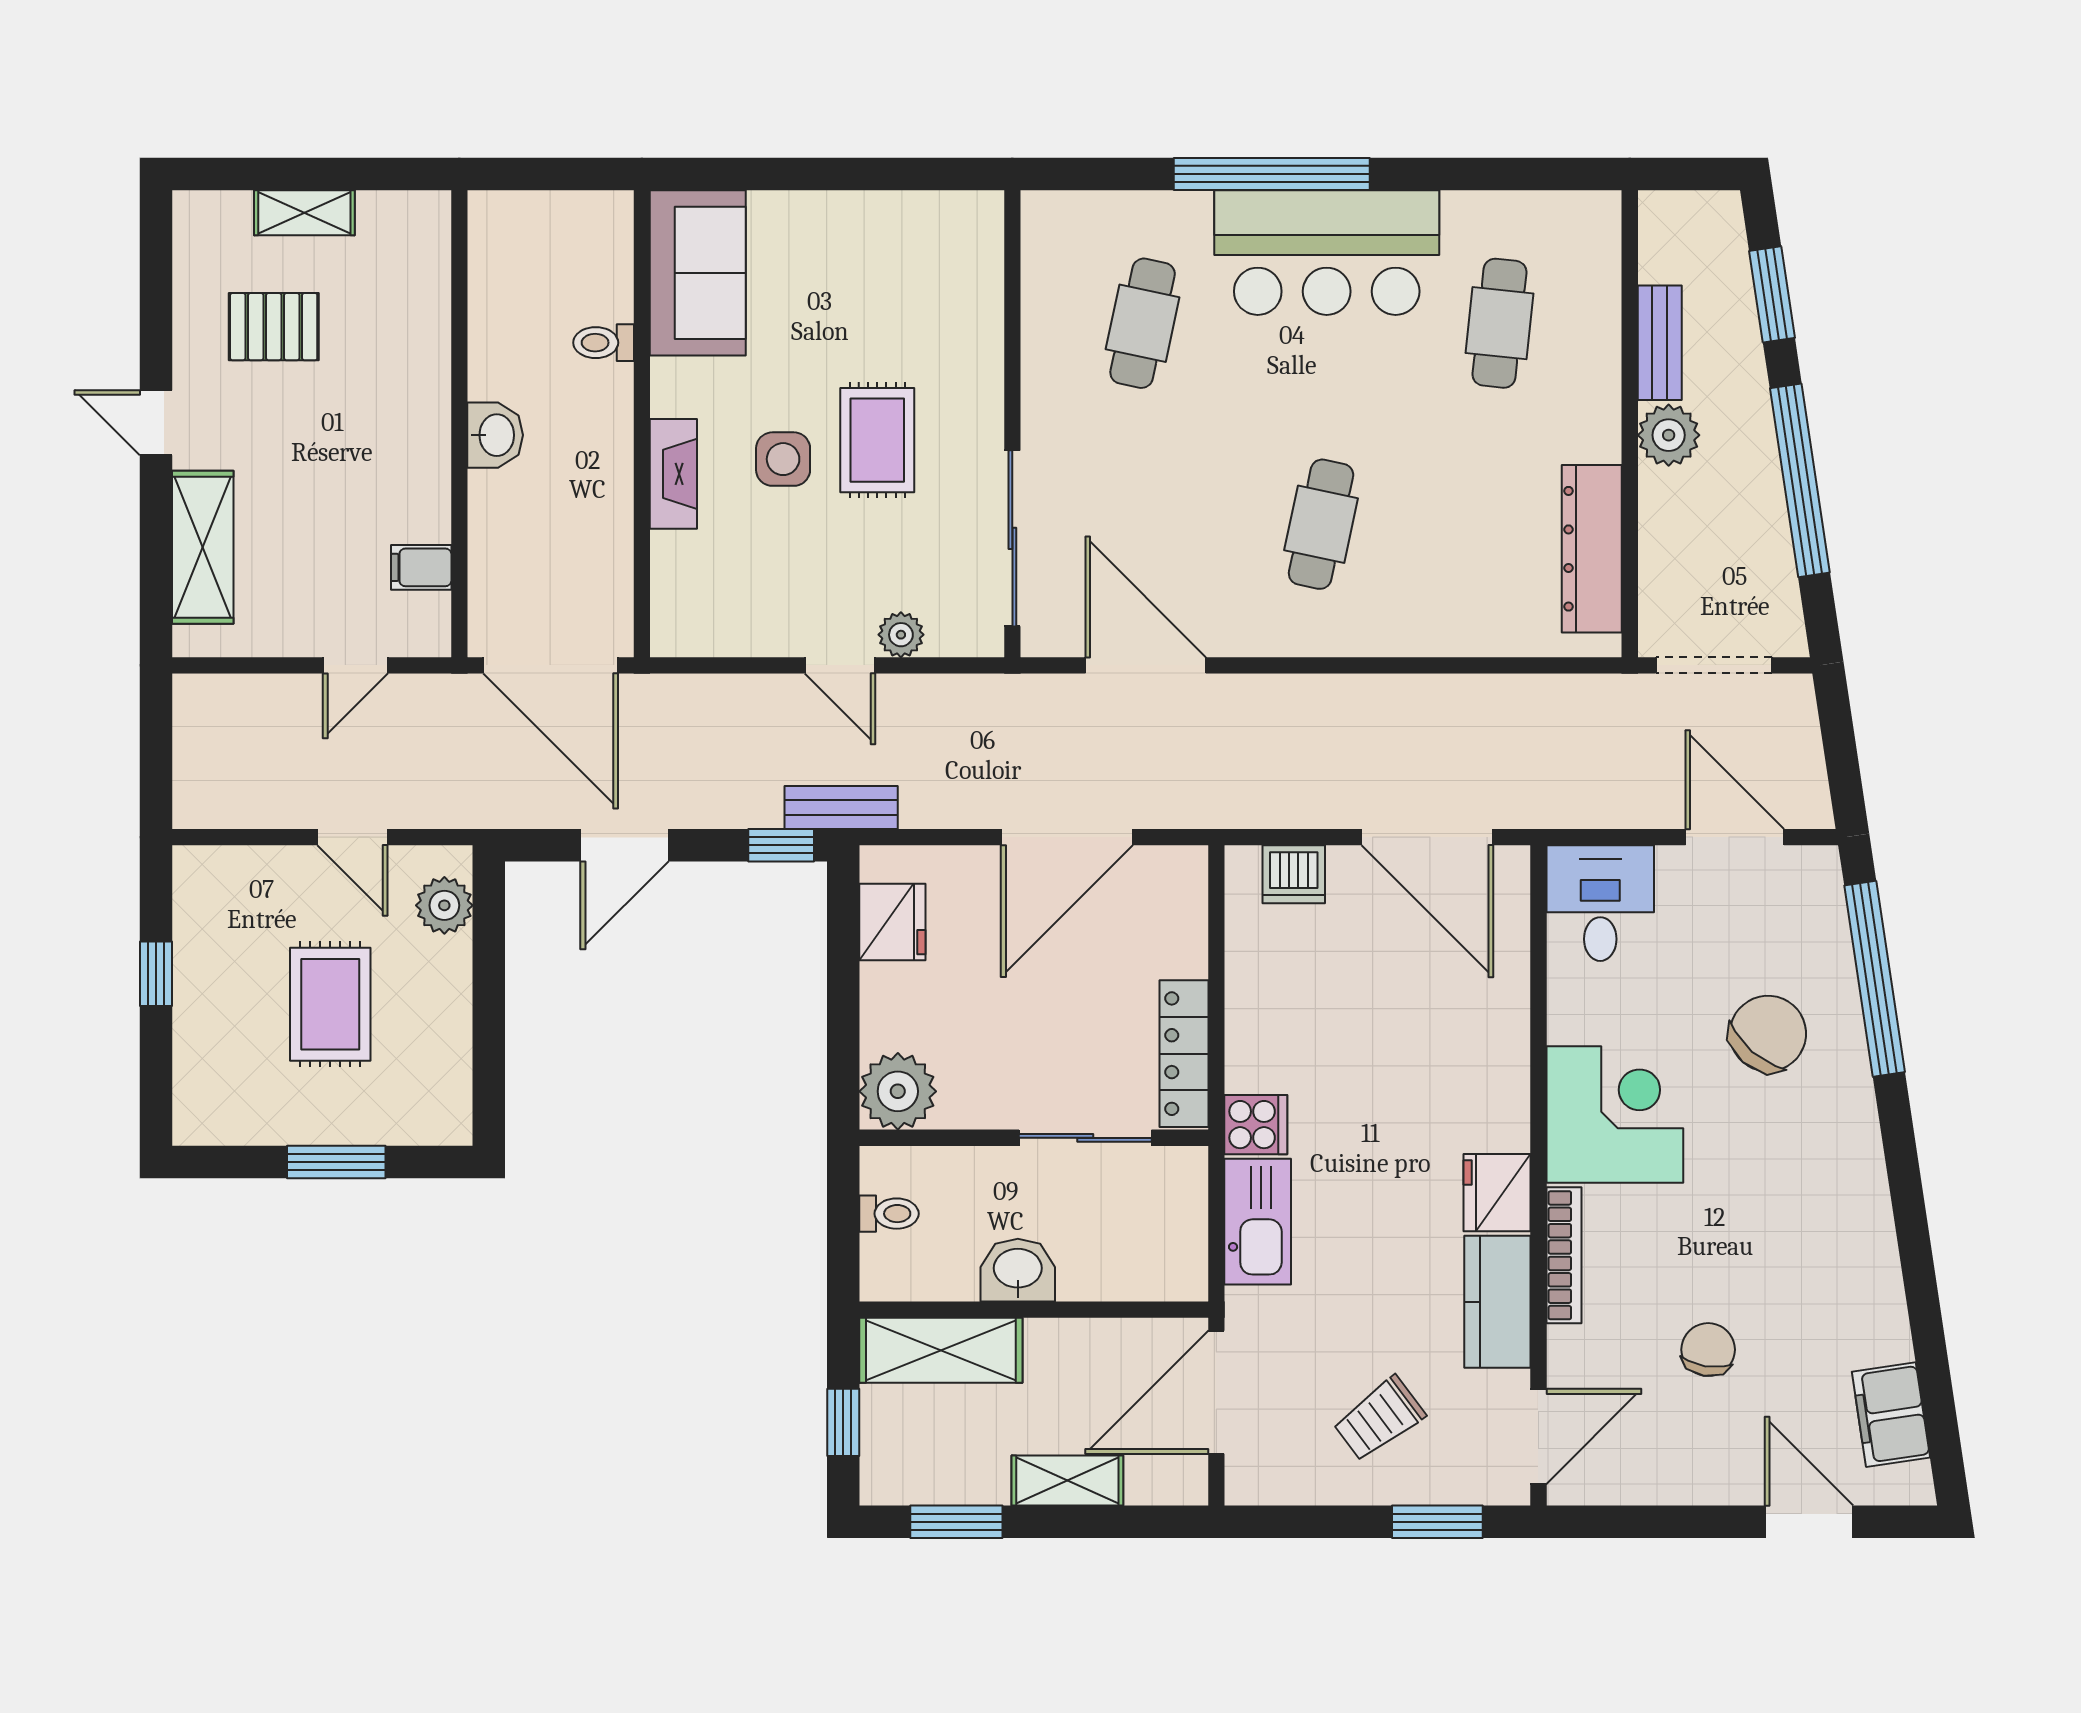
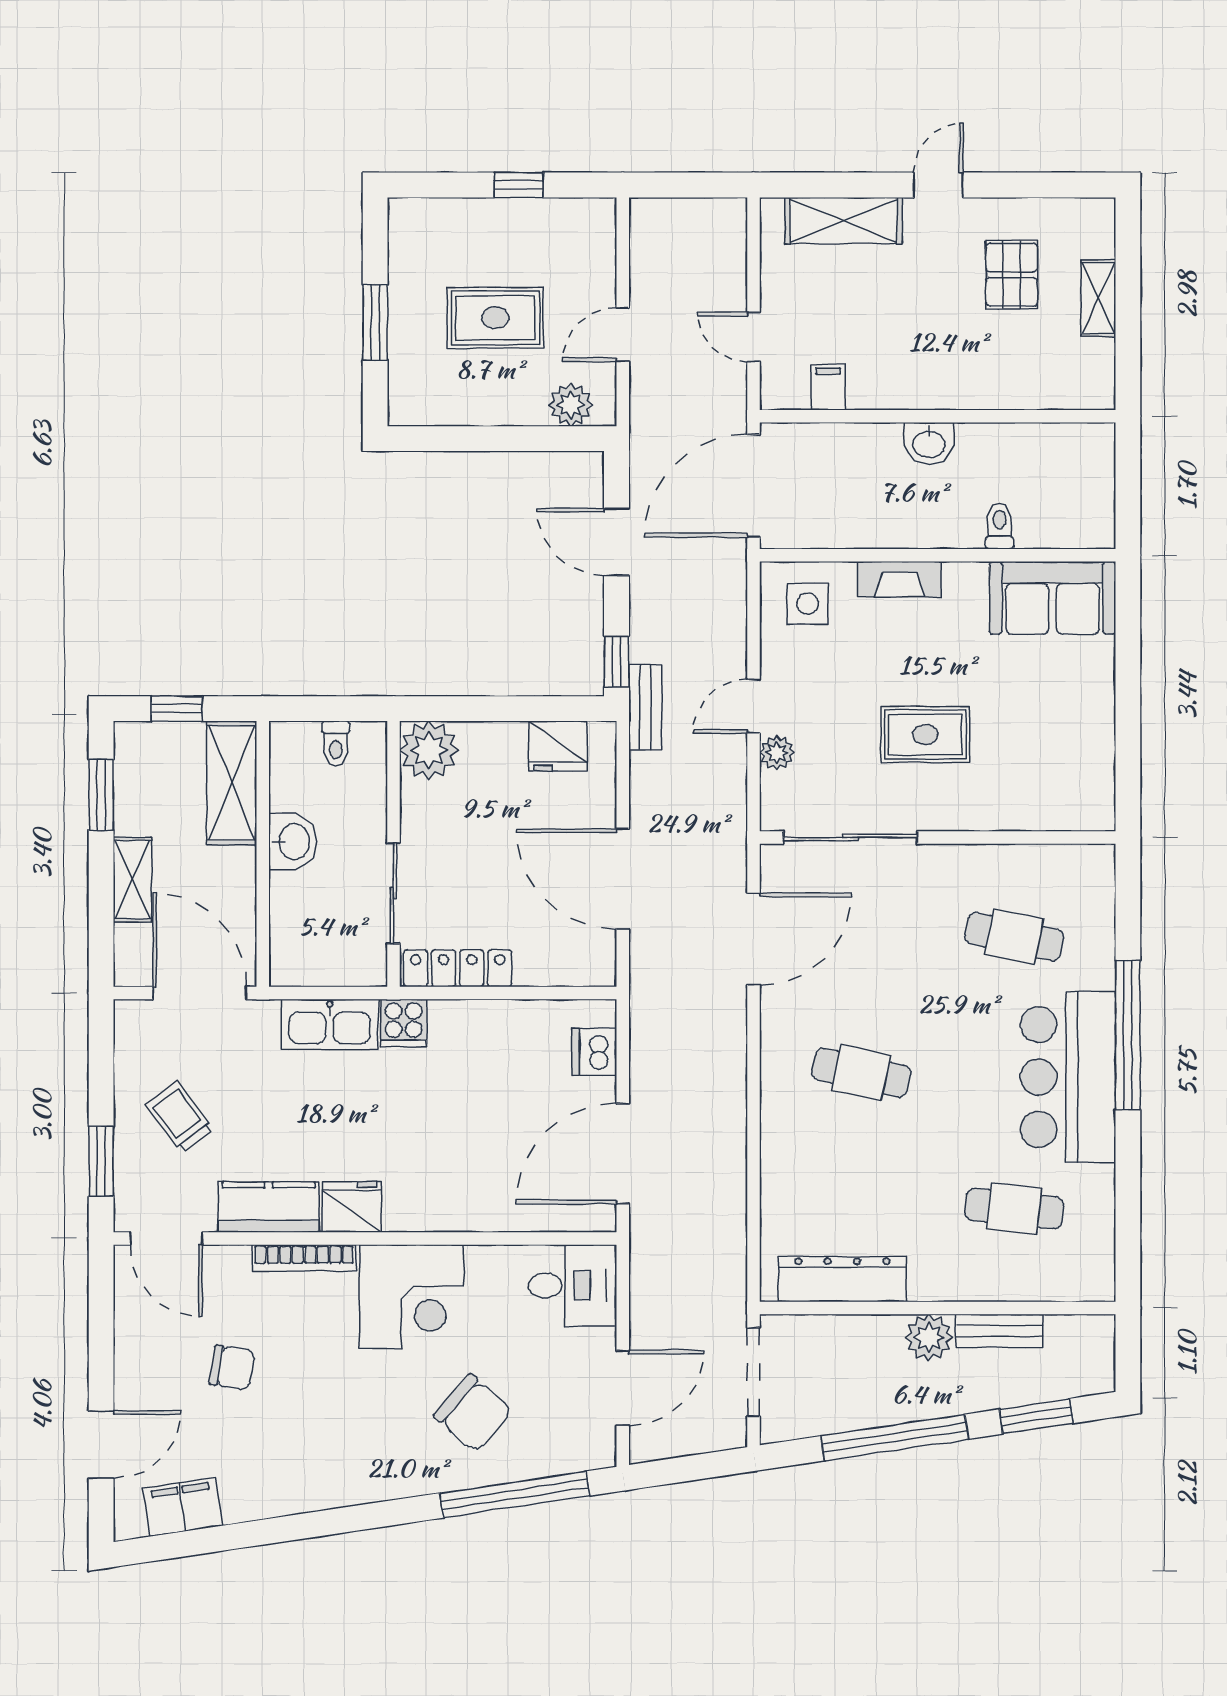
side table: (783, 459) -> (808, 604), moved

